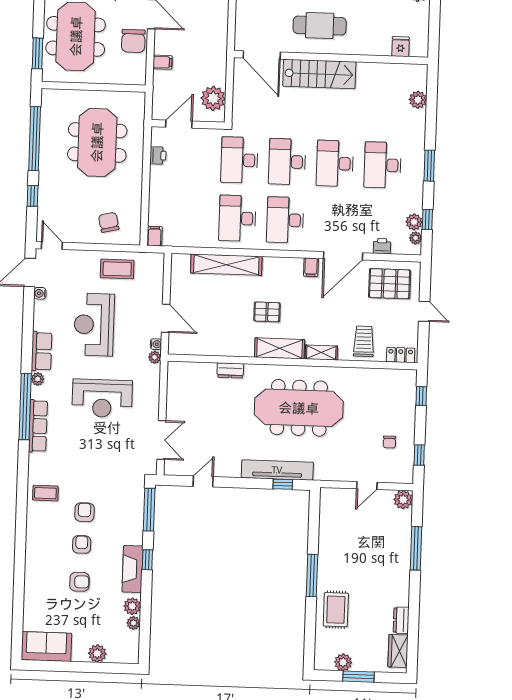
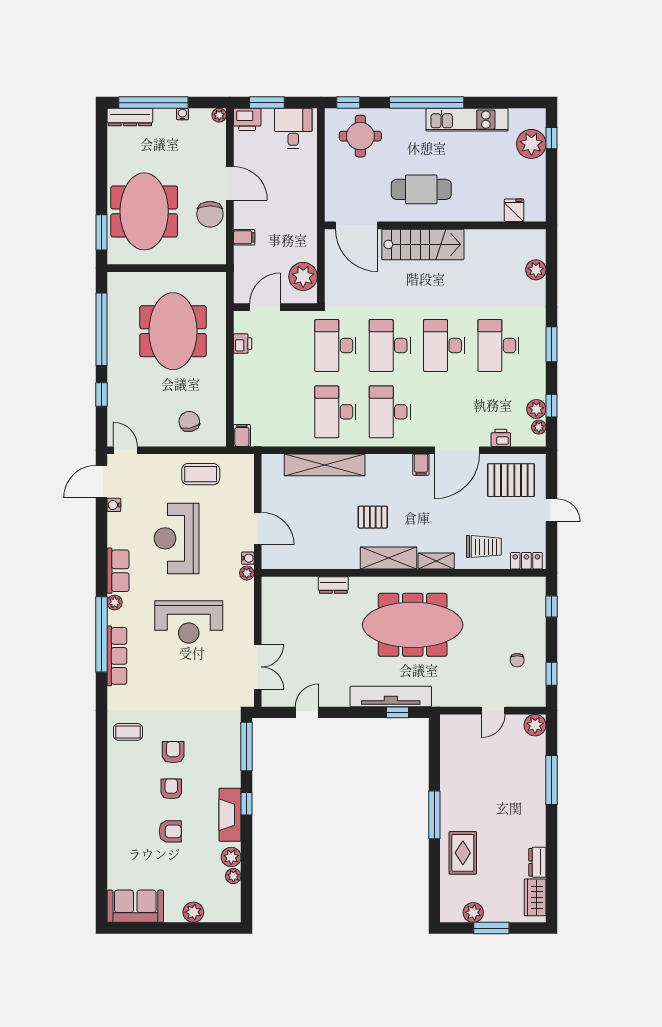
trolley: (364, 341) -> (484, 547), turned 90

